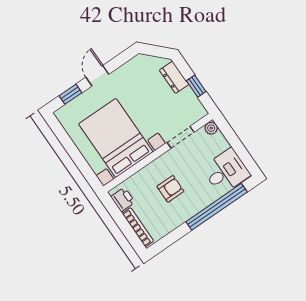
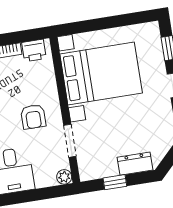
armchair: (170, 189) -> (33, 117), moved

